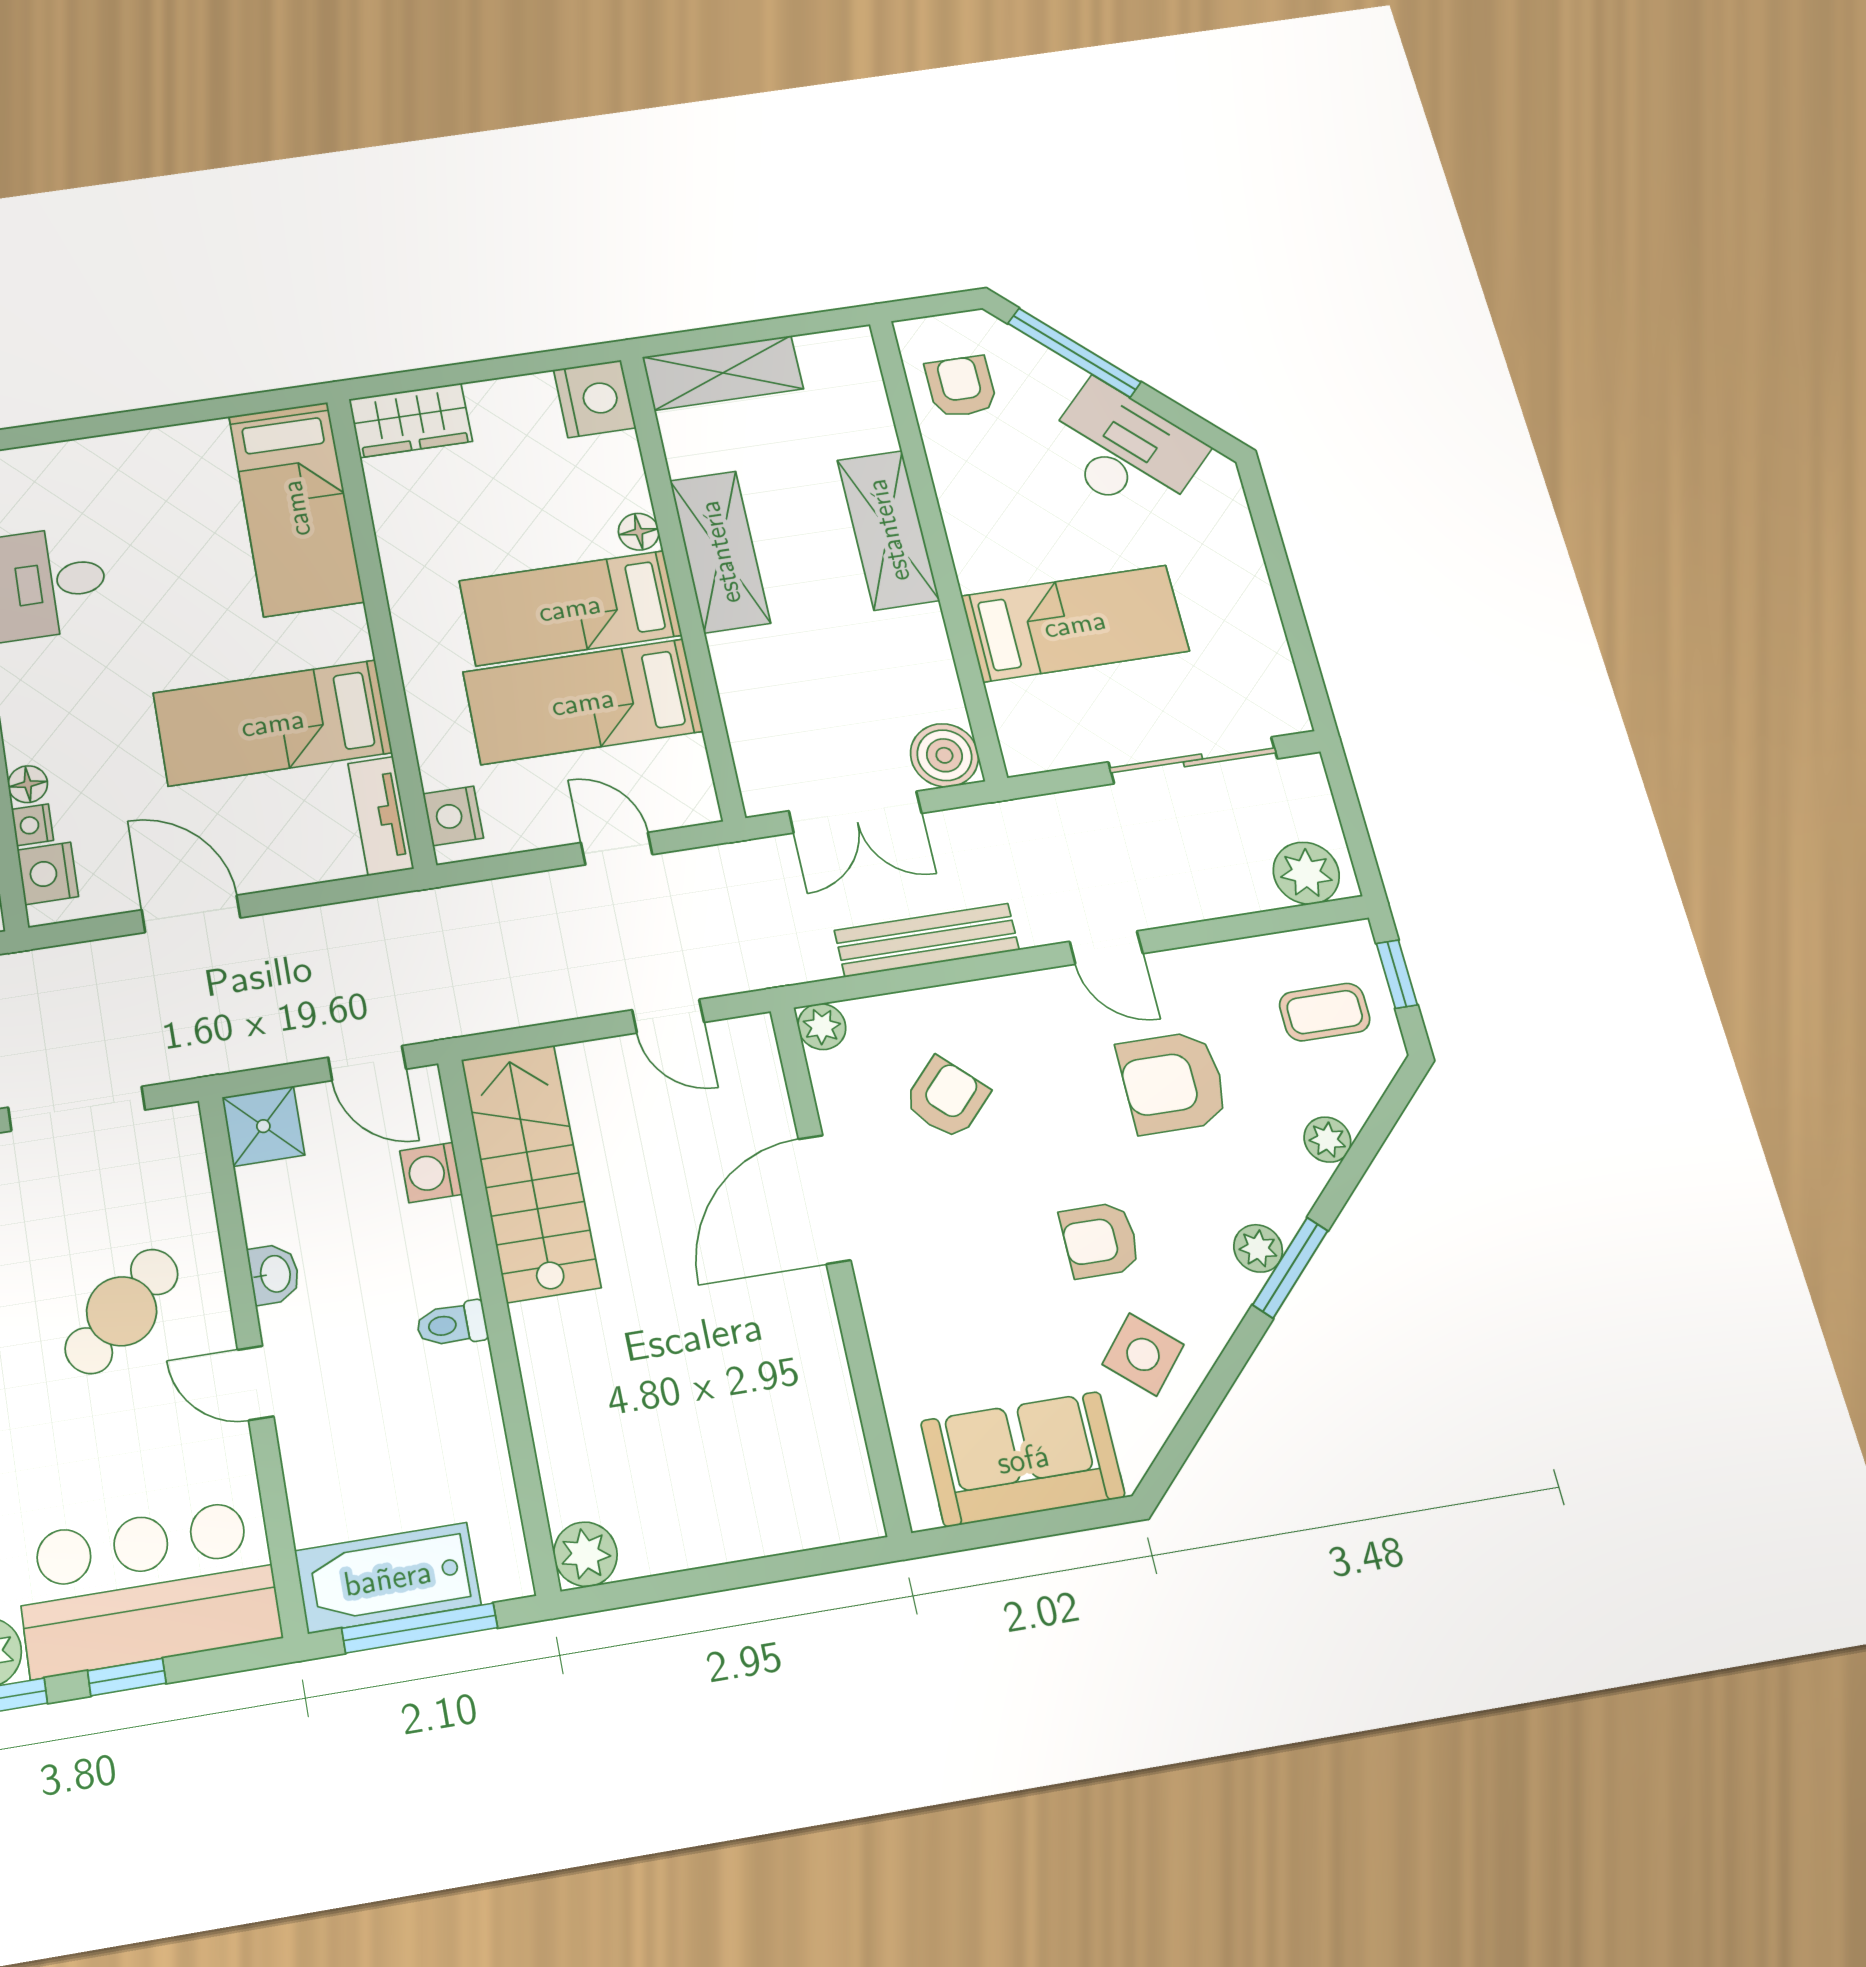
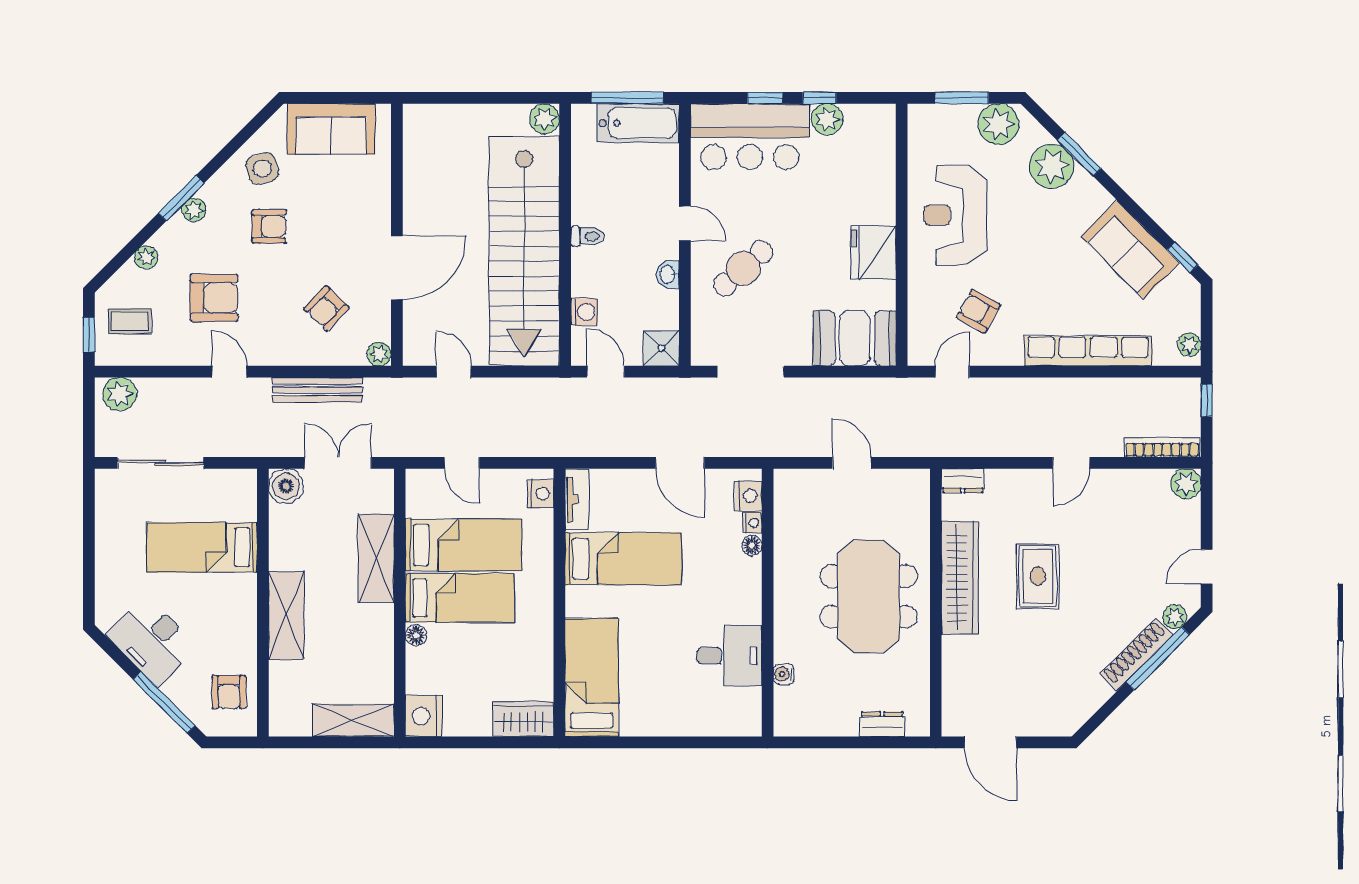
shelving: (720, 552) -> (376, 558), moved
stairs: (530, 1172) -> (524, 251), width x1.86, depth x1.51
side table: (1143, 1354) -> (262, 169), turned 32

